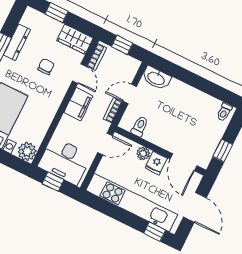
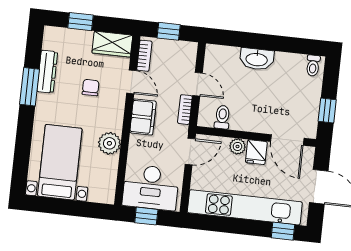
washbasin: (156, 78) -> (257, 59), moved
door: (130, 94) -> (197, 84), swing flipped
plant: (27, 151) -> (109, 143), moved

